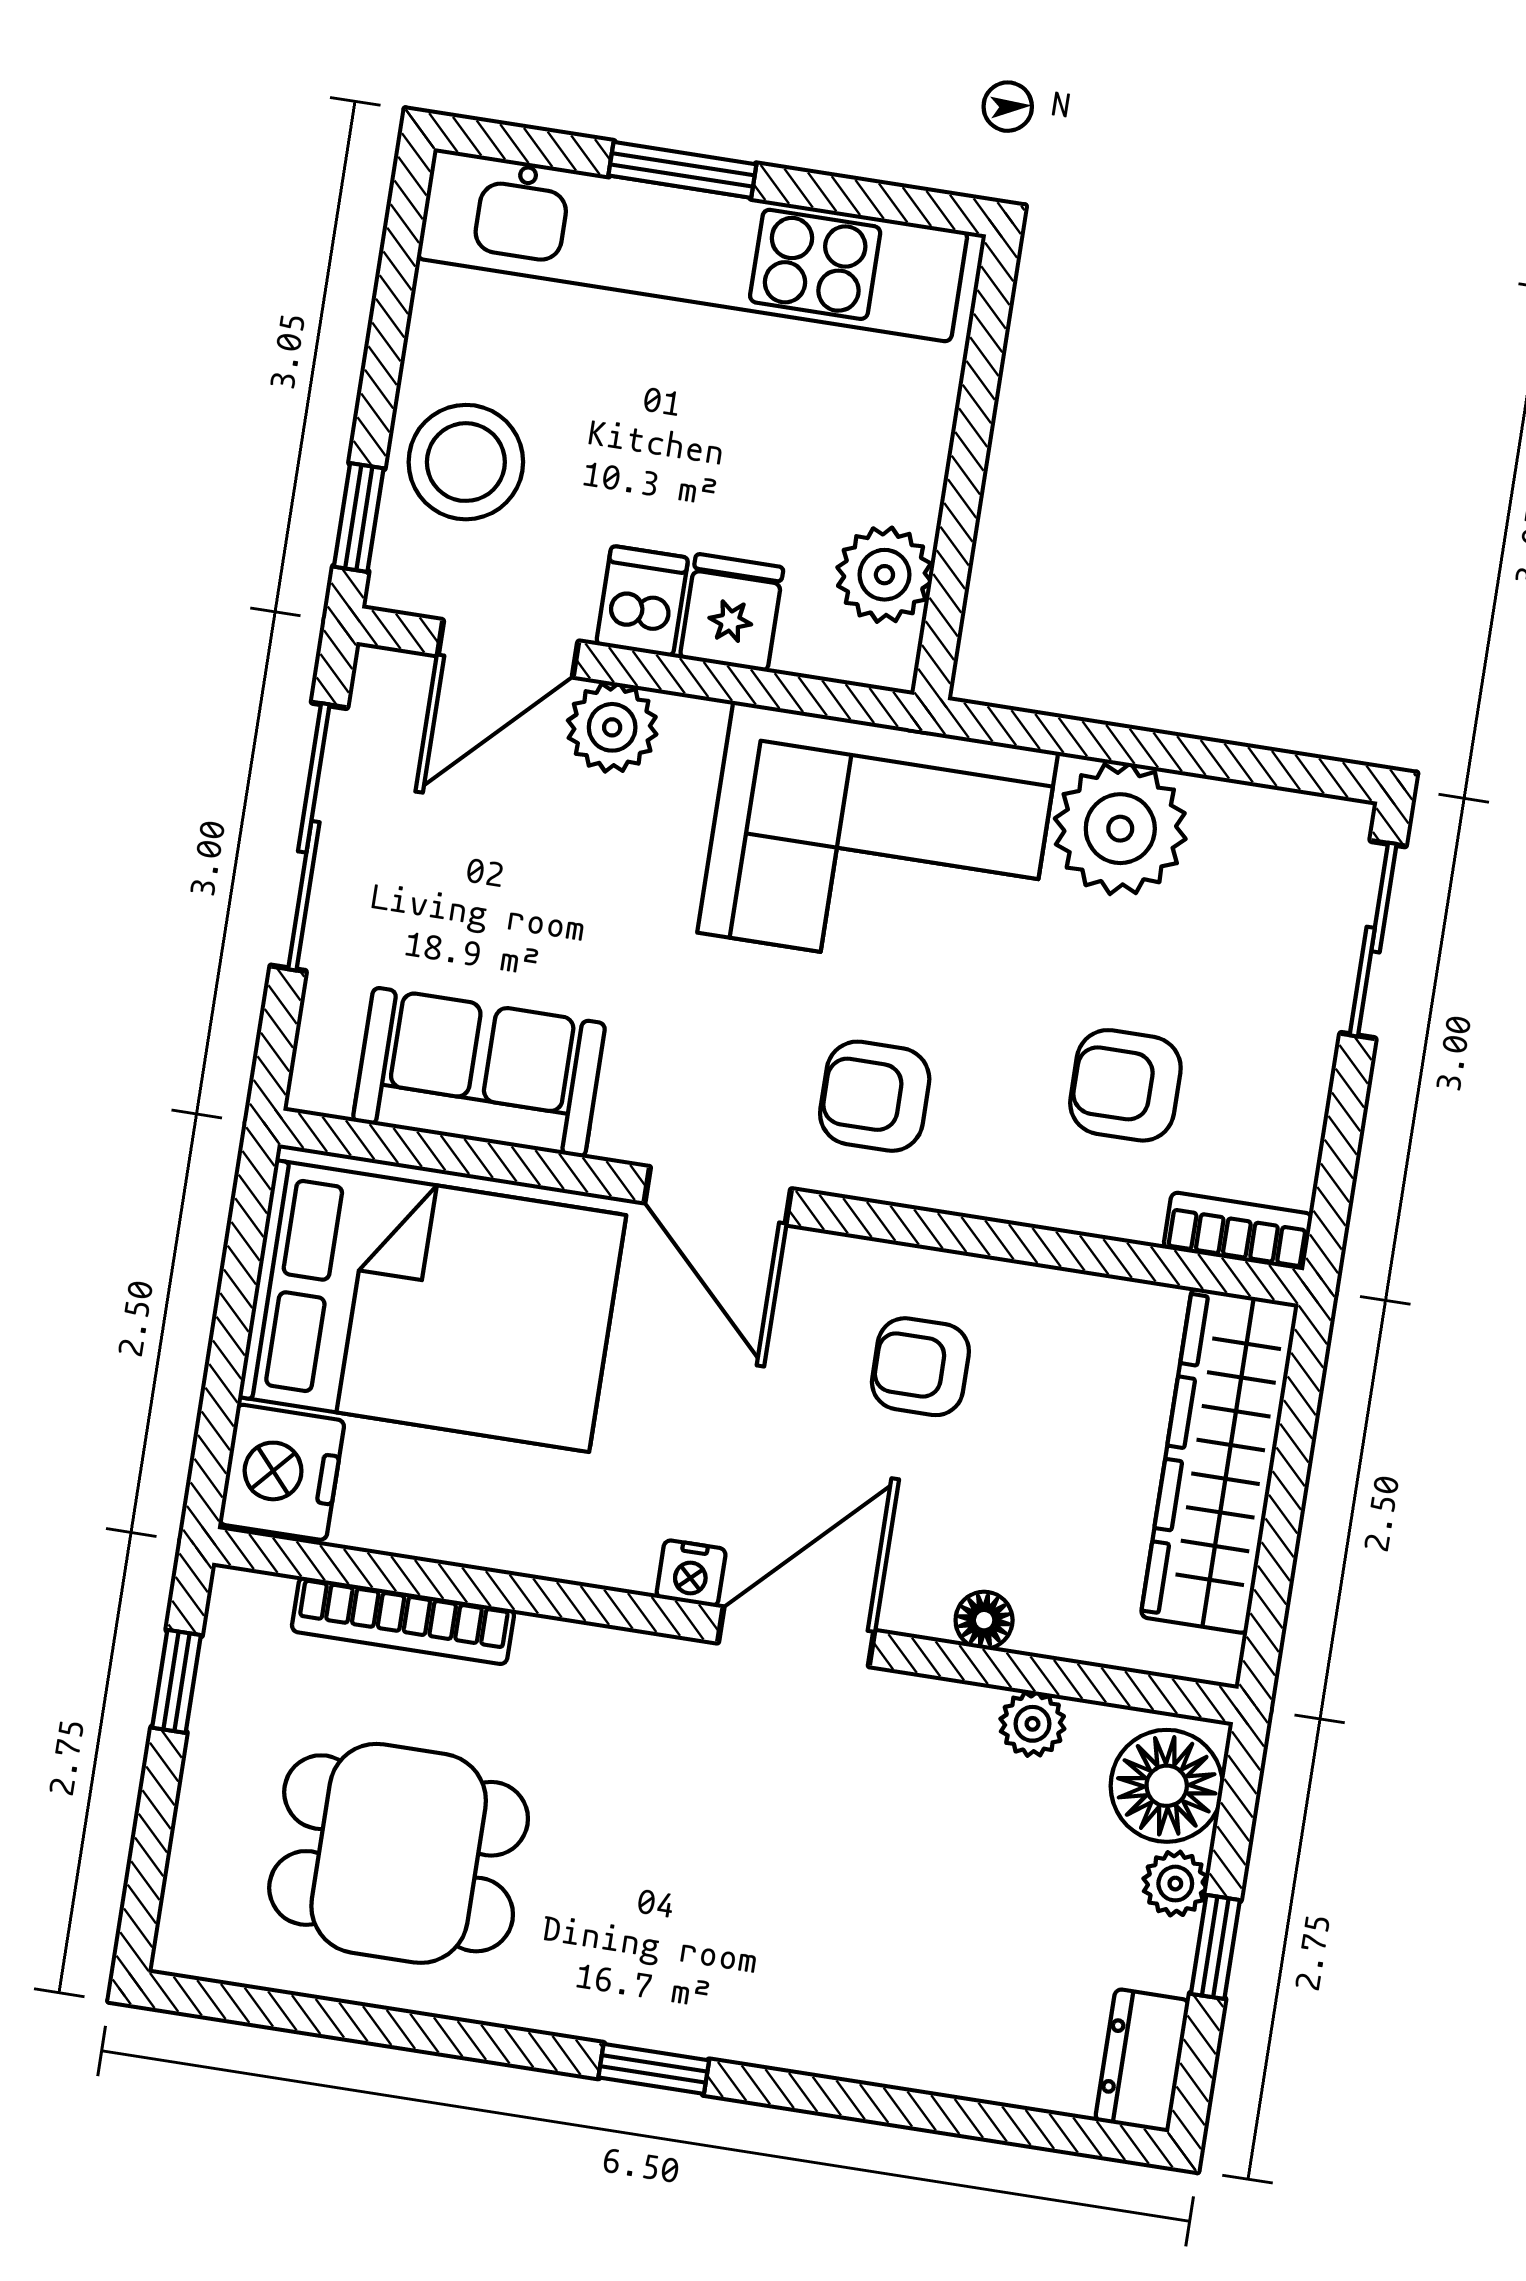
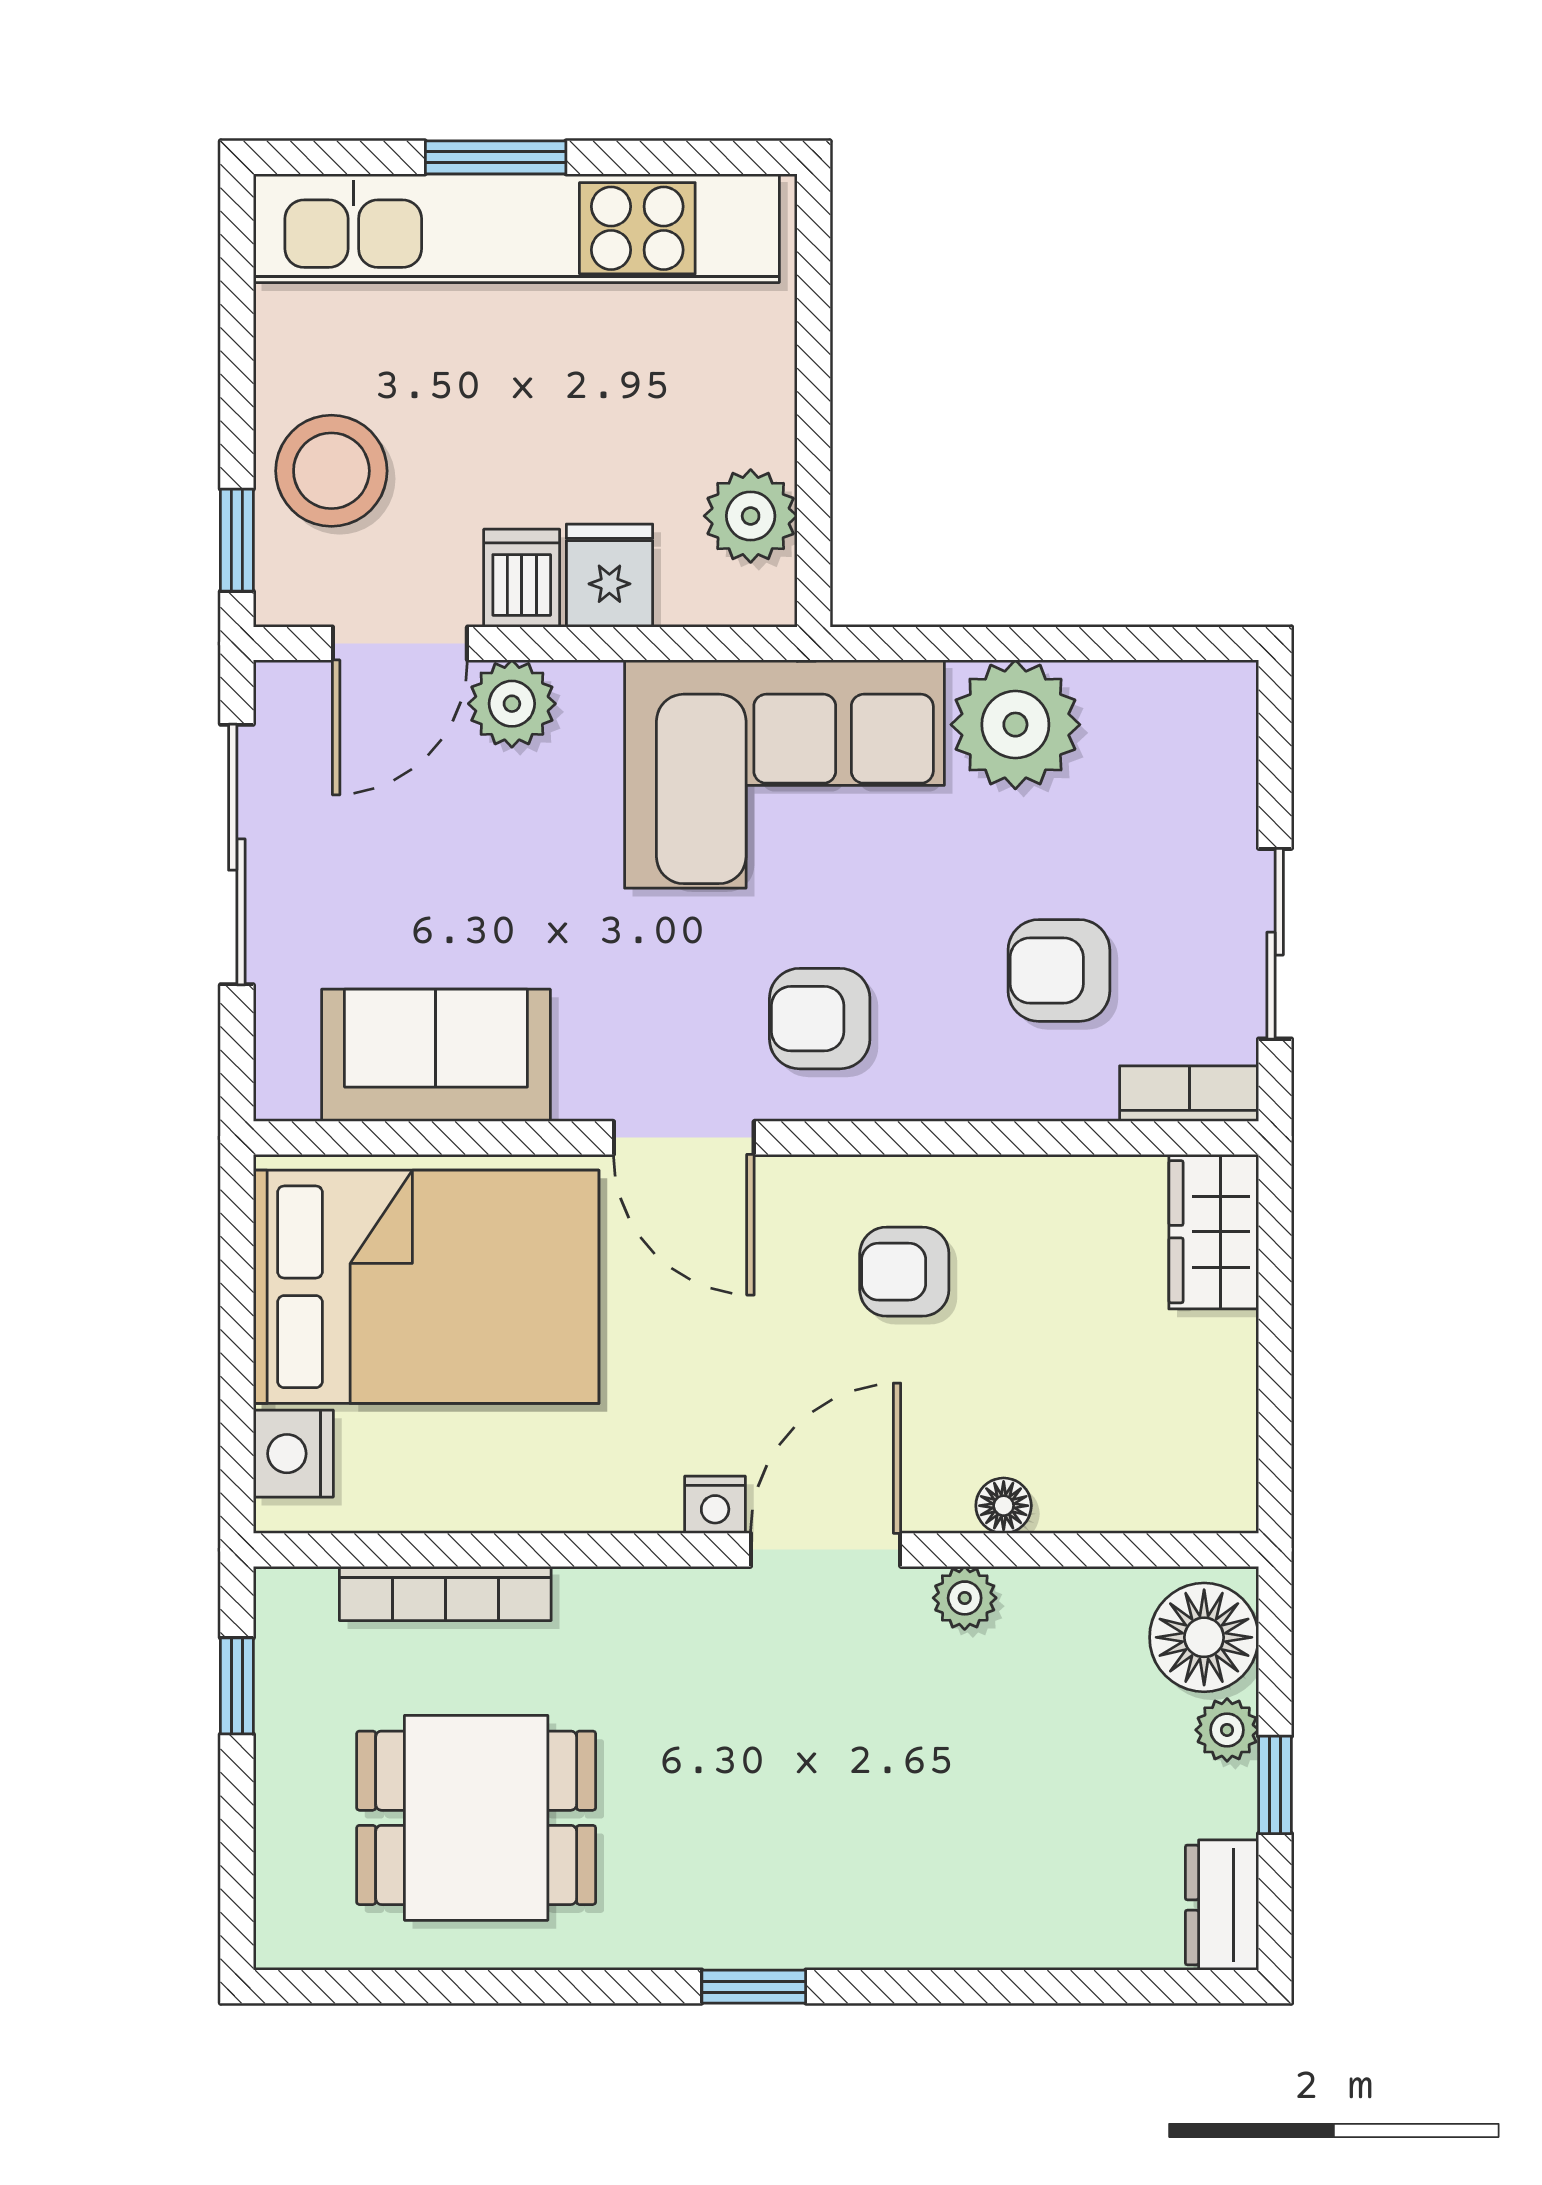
sliding door: (1373, 940) -> (1275, 944), moved
wardrobe: (1220, 1460) -> (1214, 1232), width x0.48, depth x0.85
nightstand: (282, 1472) -> (293, 1454), width x0.74, depth x0.75
plant: (1032, 1724) -> (965, 1598), moved

